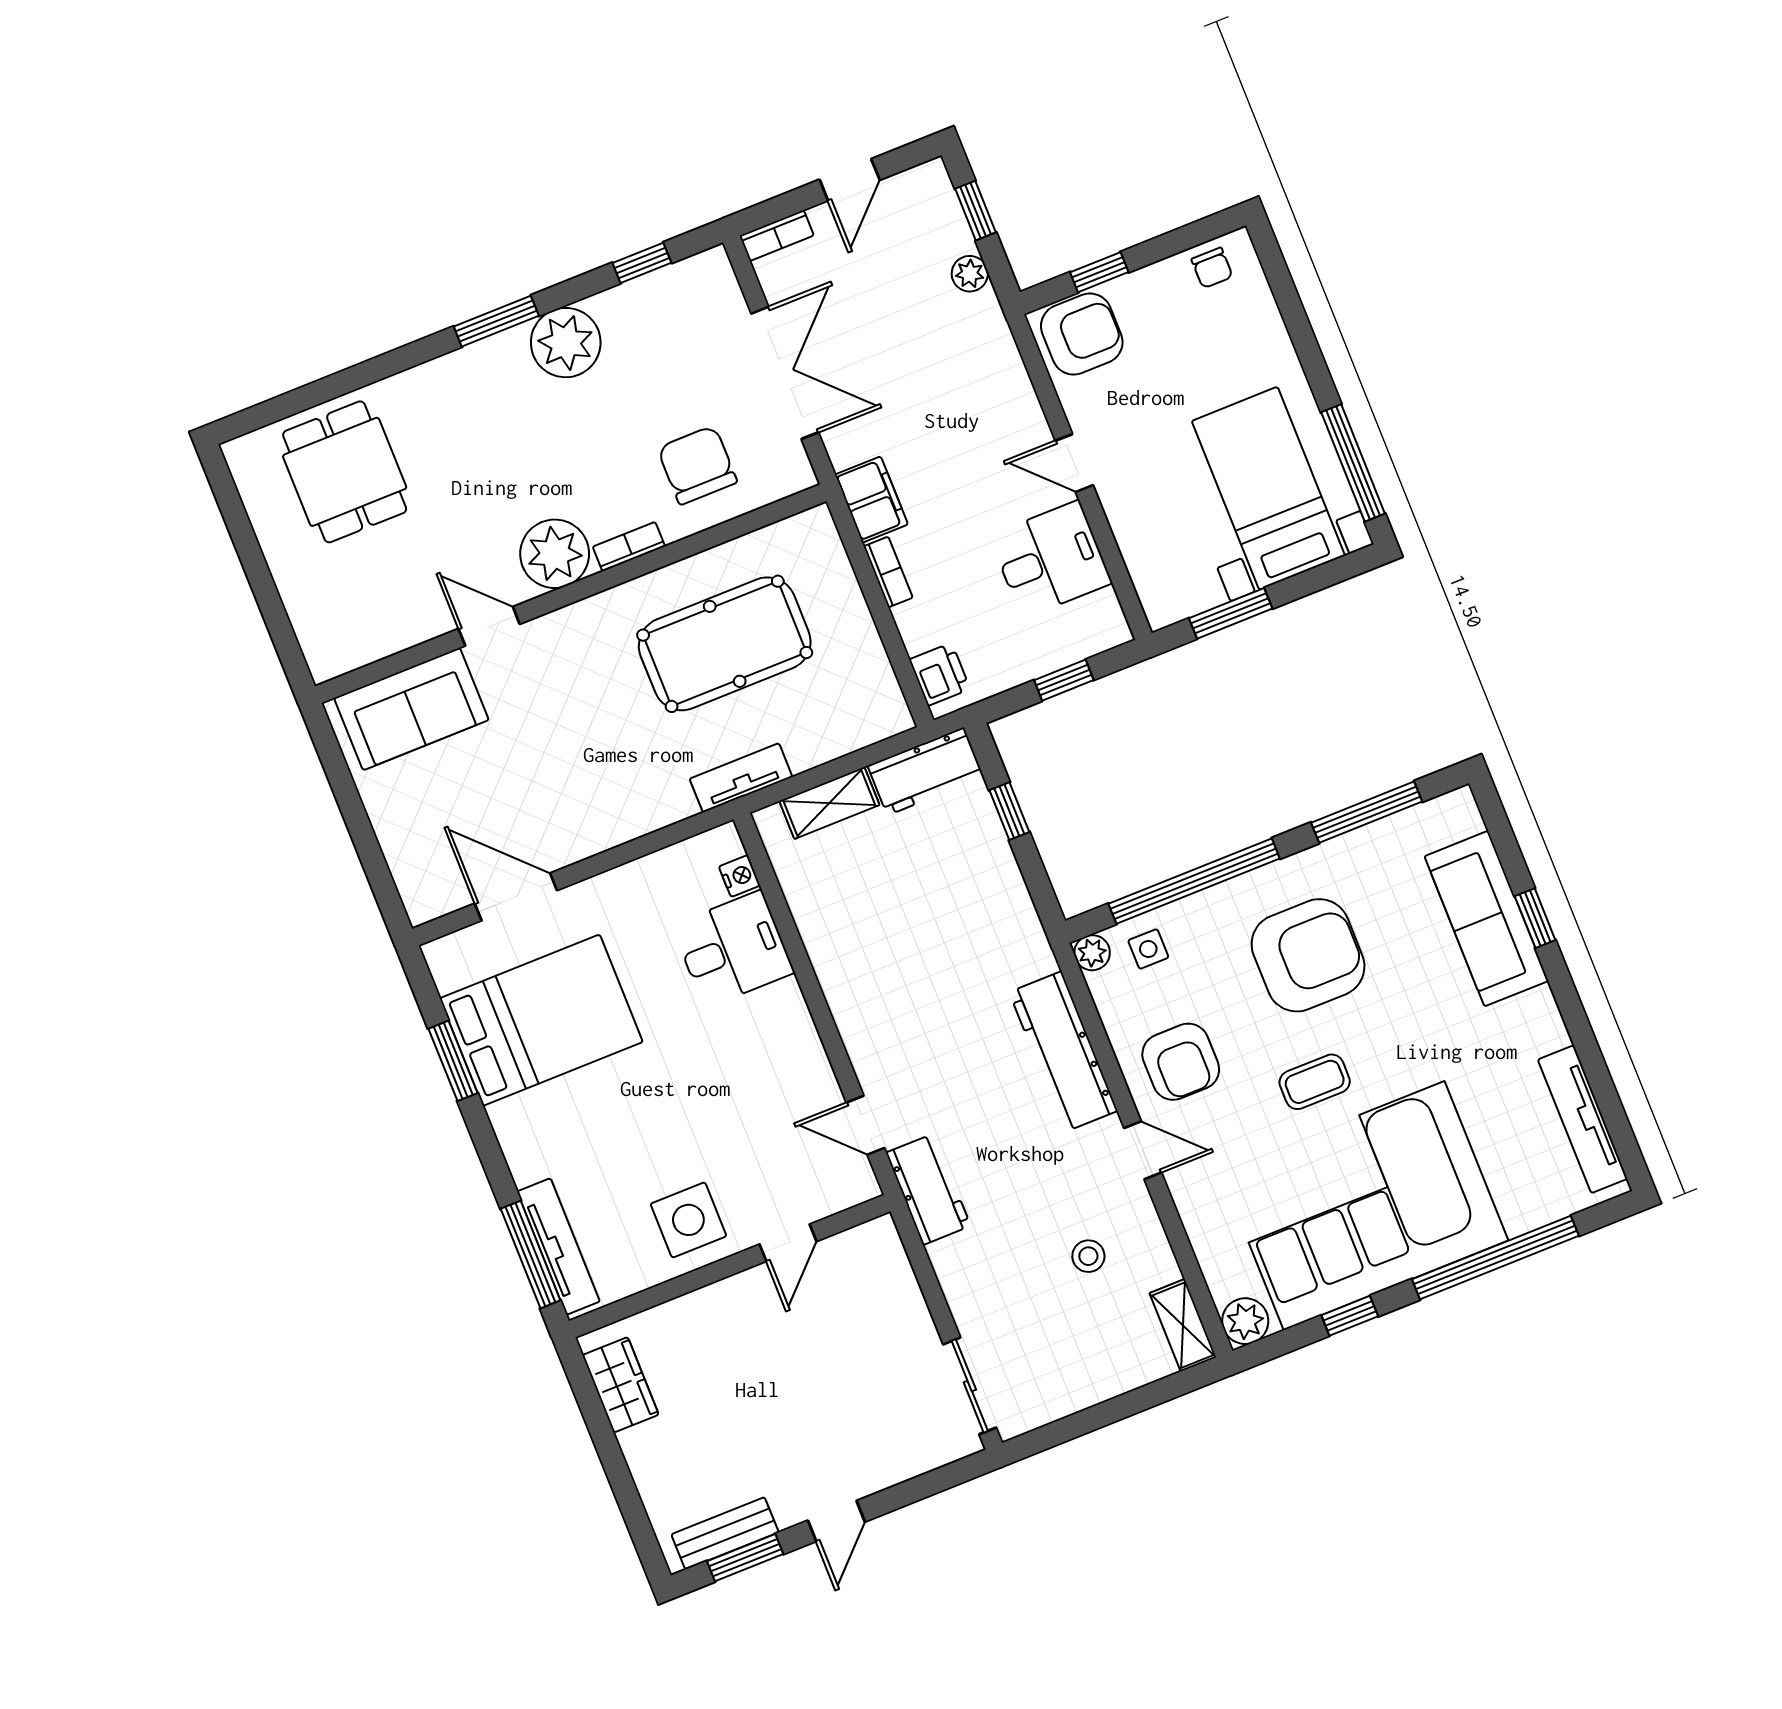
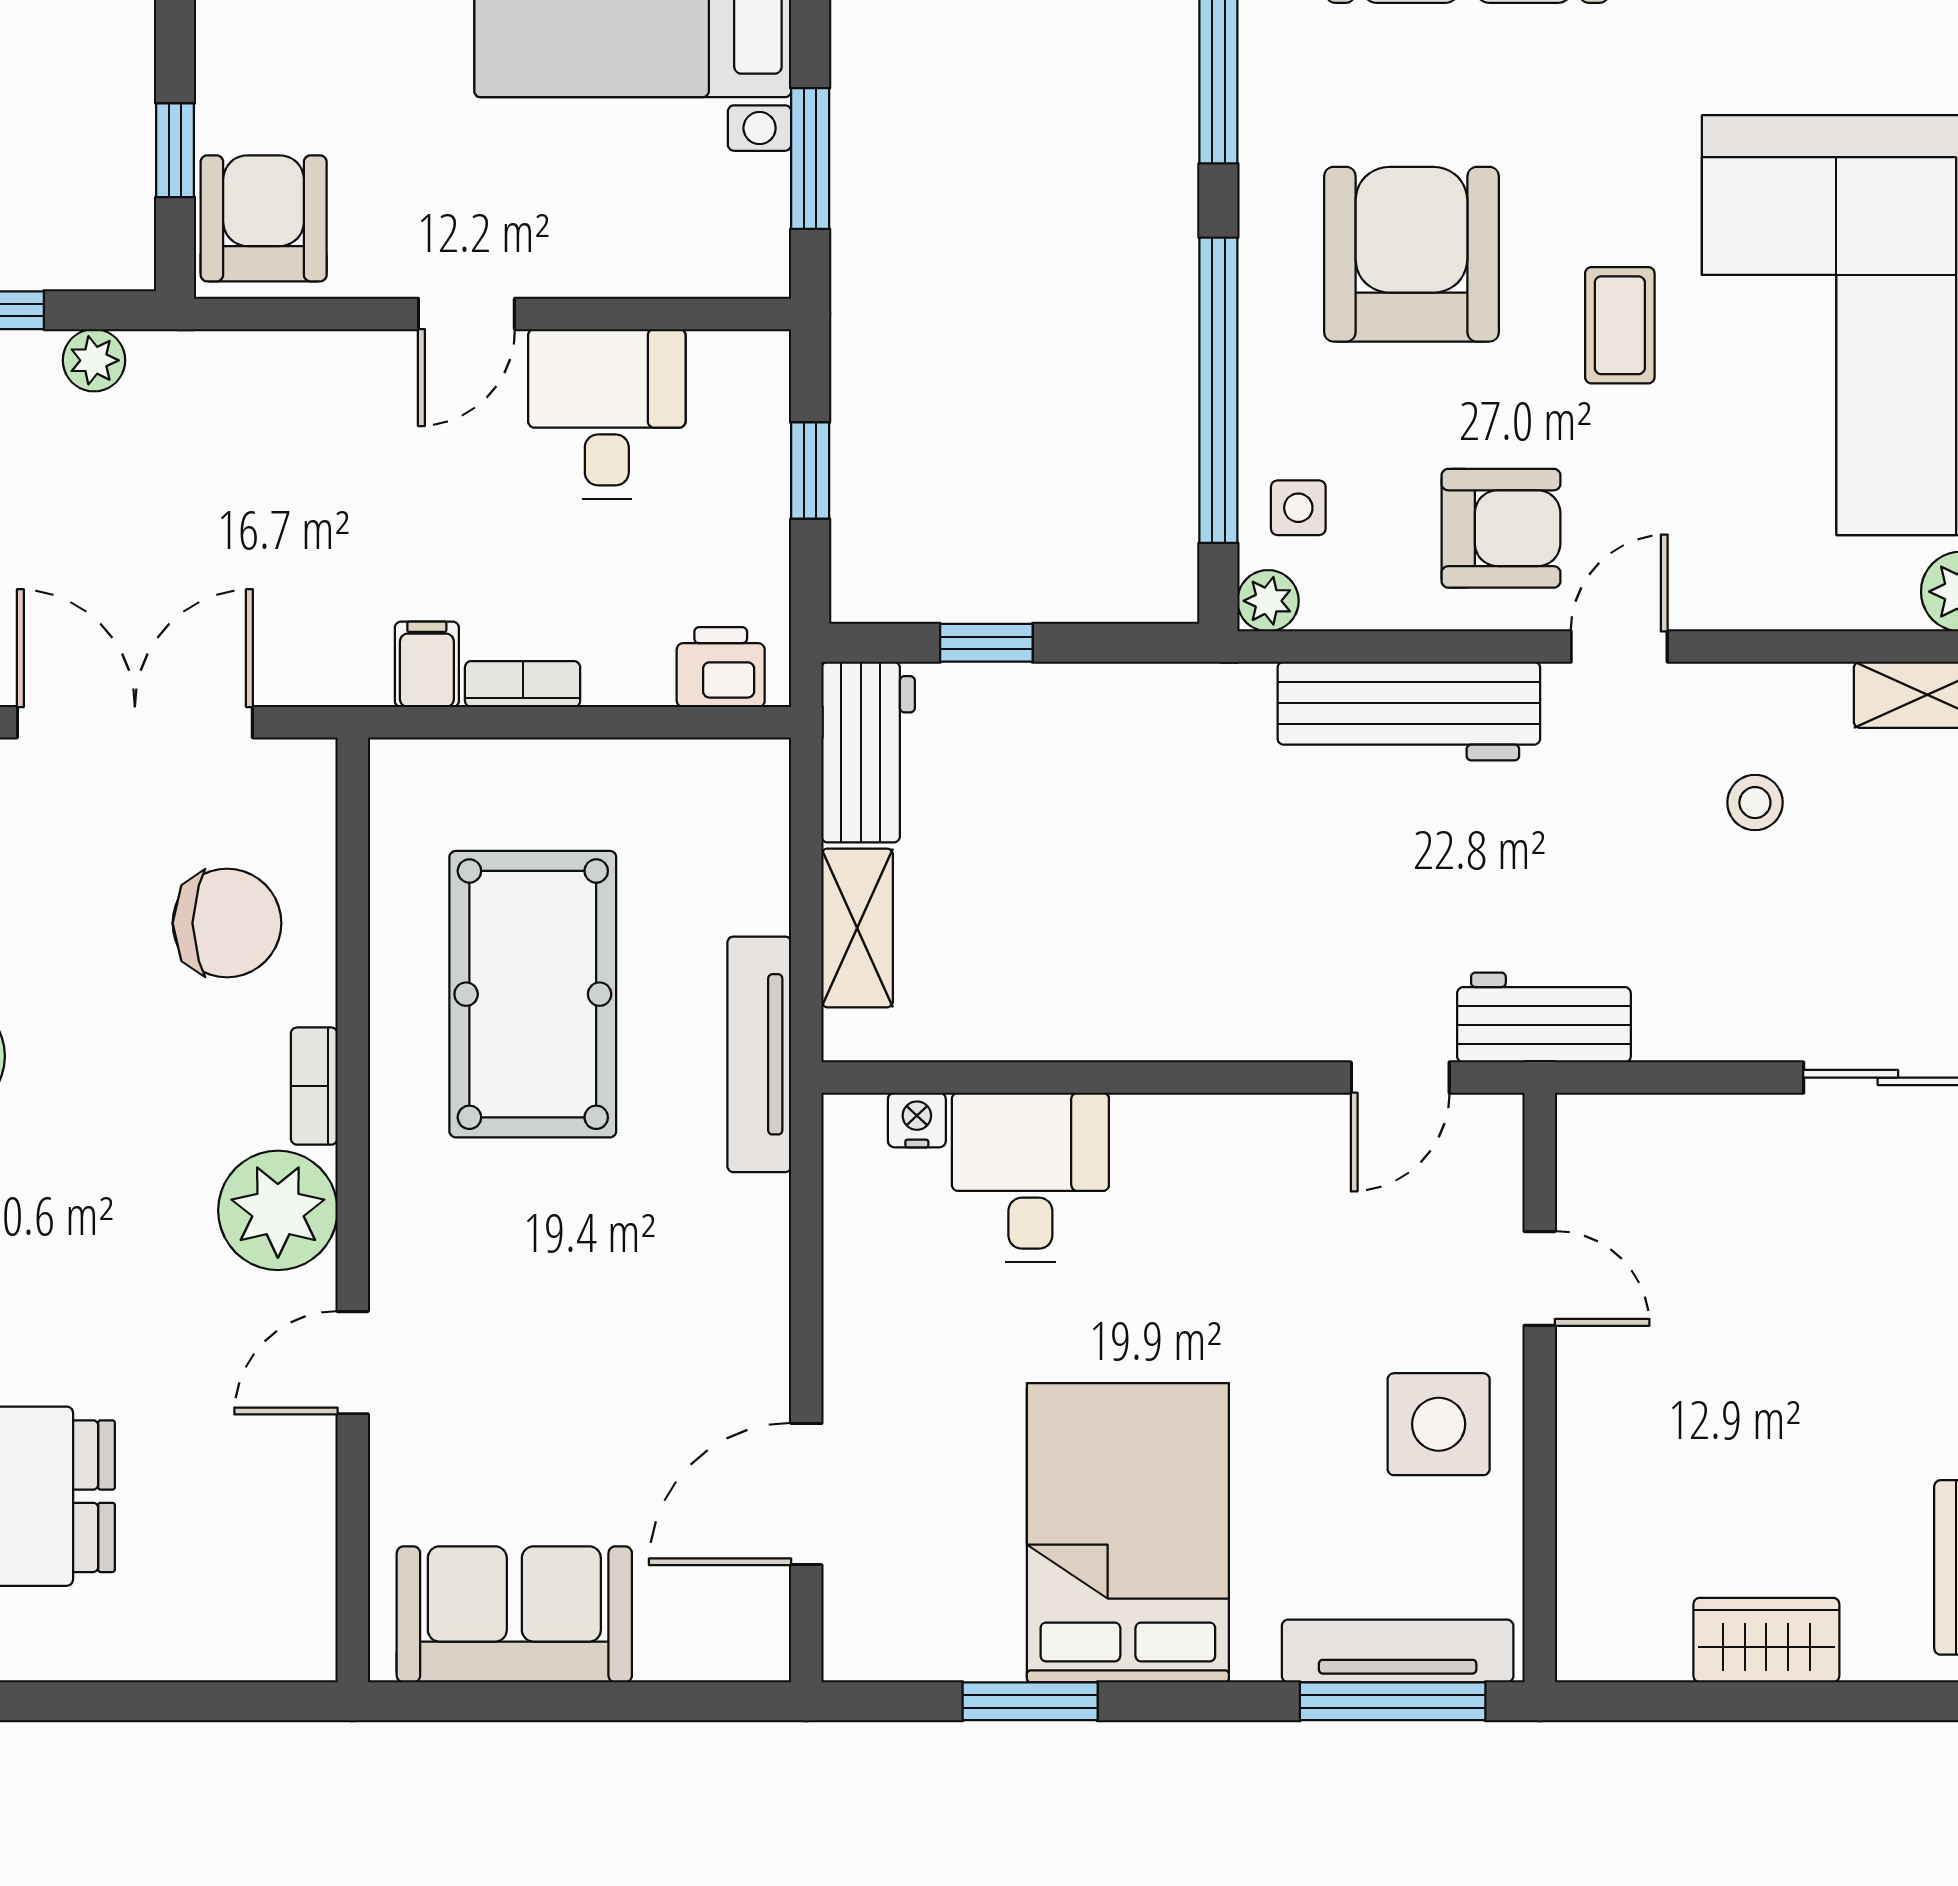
chair: (697, 465) -> (227, 923), turned 180
filing cabinet: (871, 500) -> (427, 664), width x0.50
sofa: (411, 709) -> (514, 1614), moved, turned -90
tv unit: (741, 778) -> (759, 1054), width x1.41
bed: (541, 1020) -> (1128, 1533), moved
wardrobe: (621, 1385) -> (1766, 1640), moved

